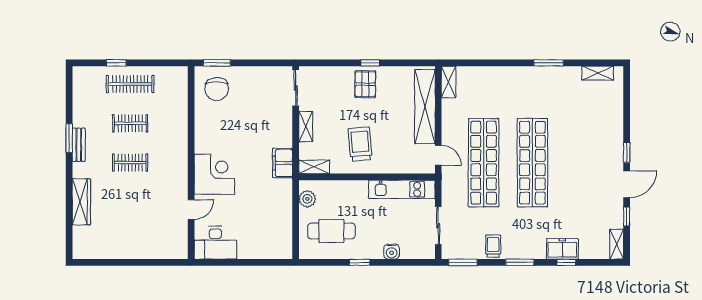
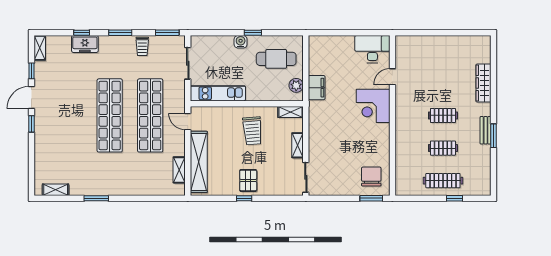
shelving: (449, 82) -> (179, 170), moved
filing cabinet: (283, 163) -> (317, 88), moved
water cooler: (392, 252) -> (241, 42), moved

